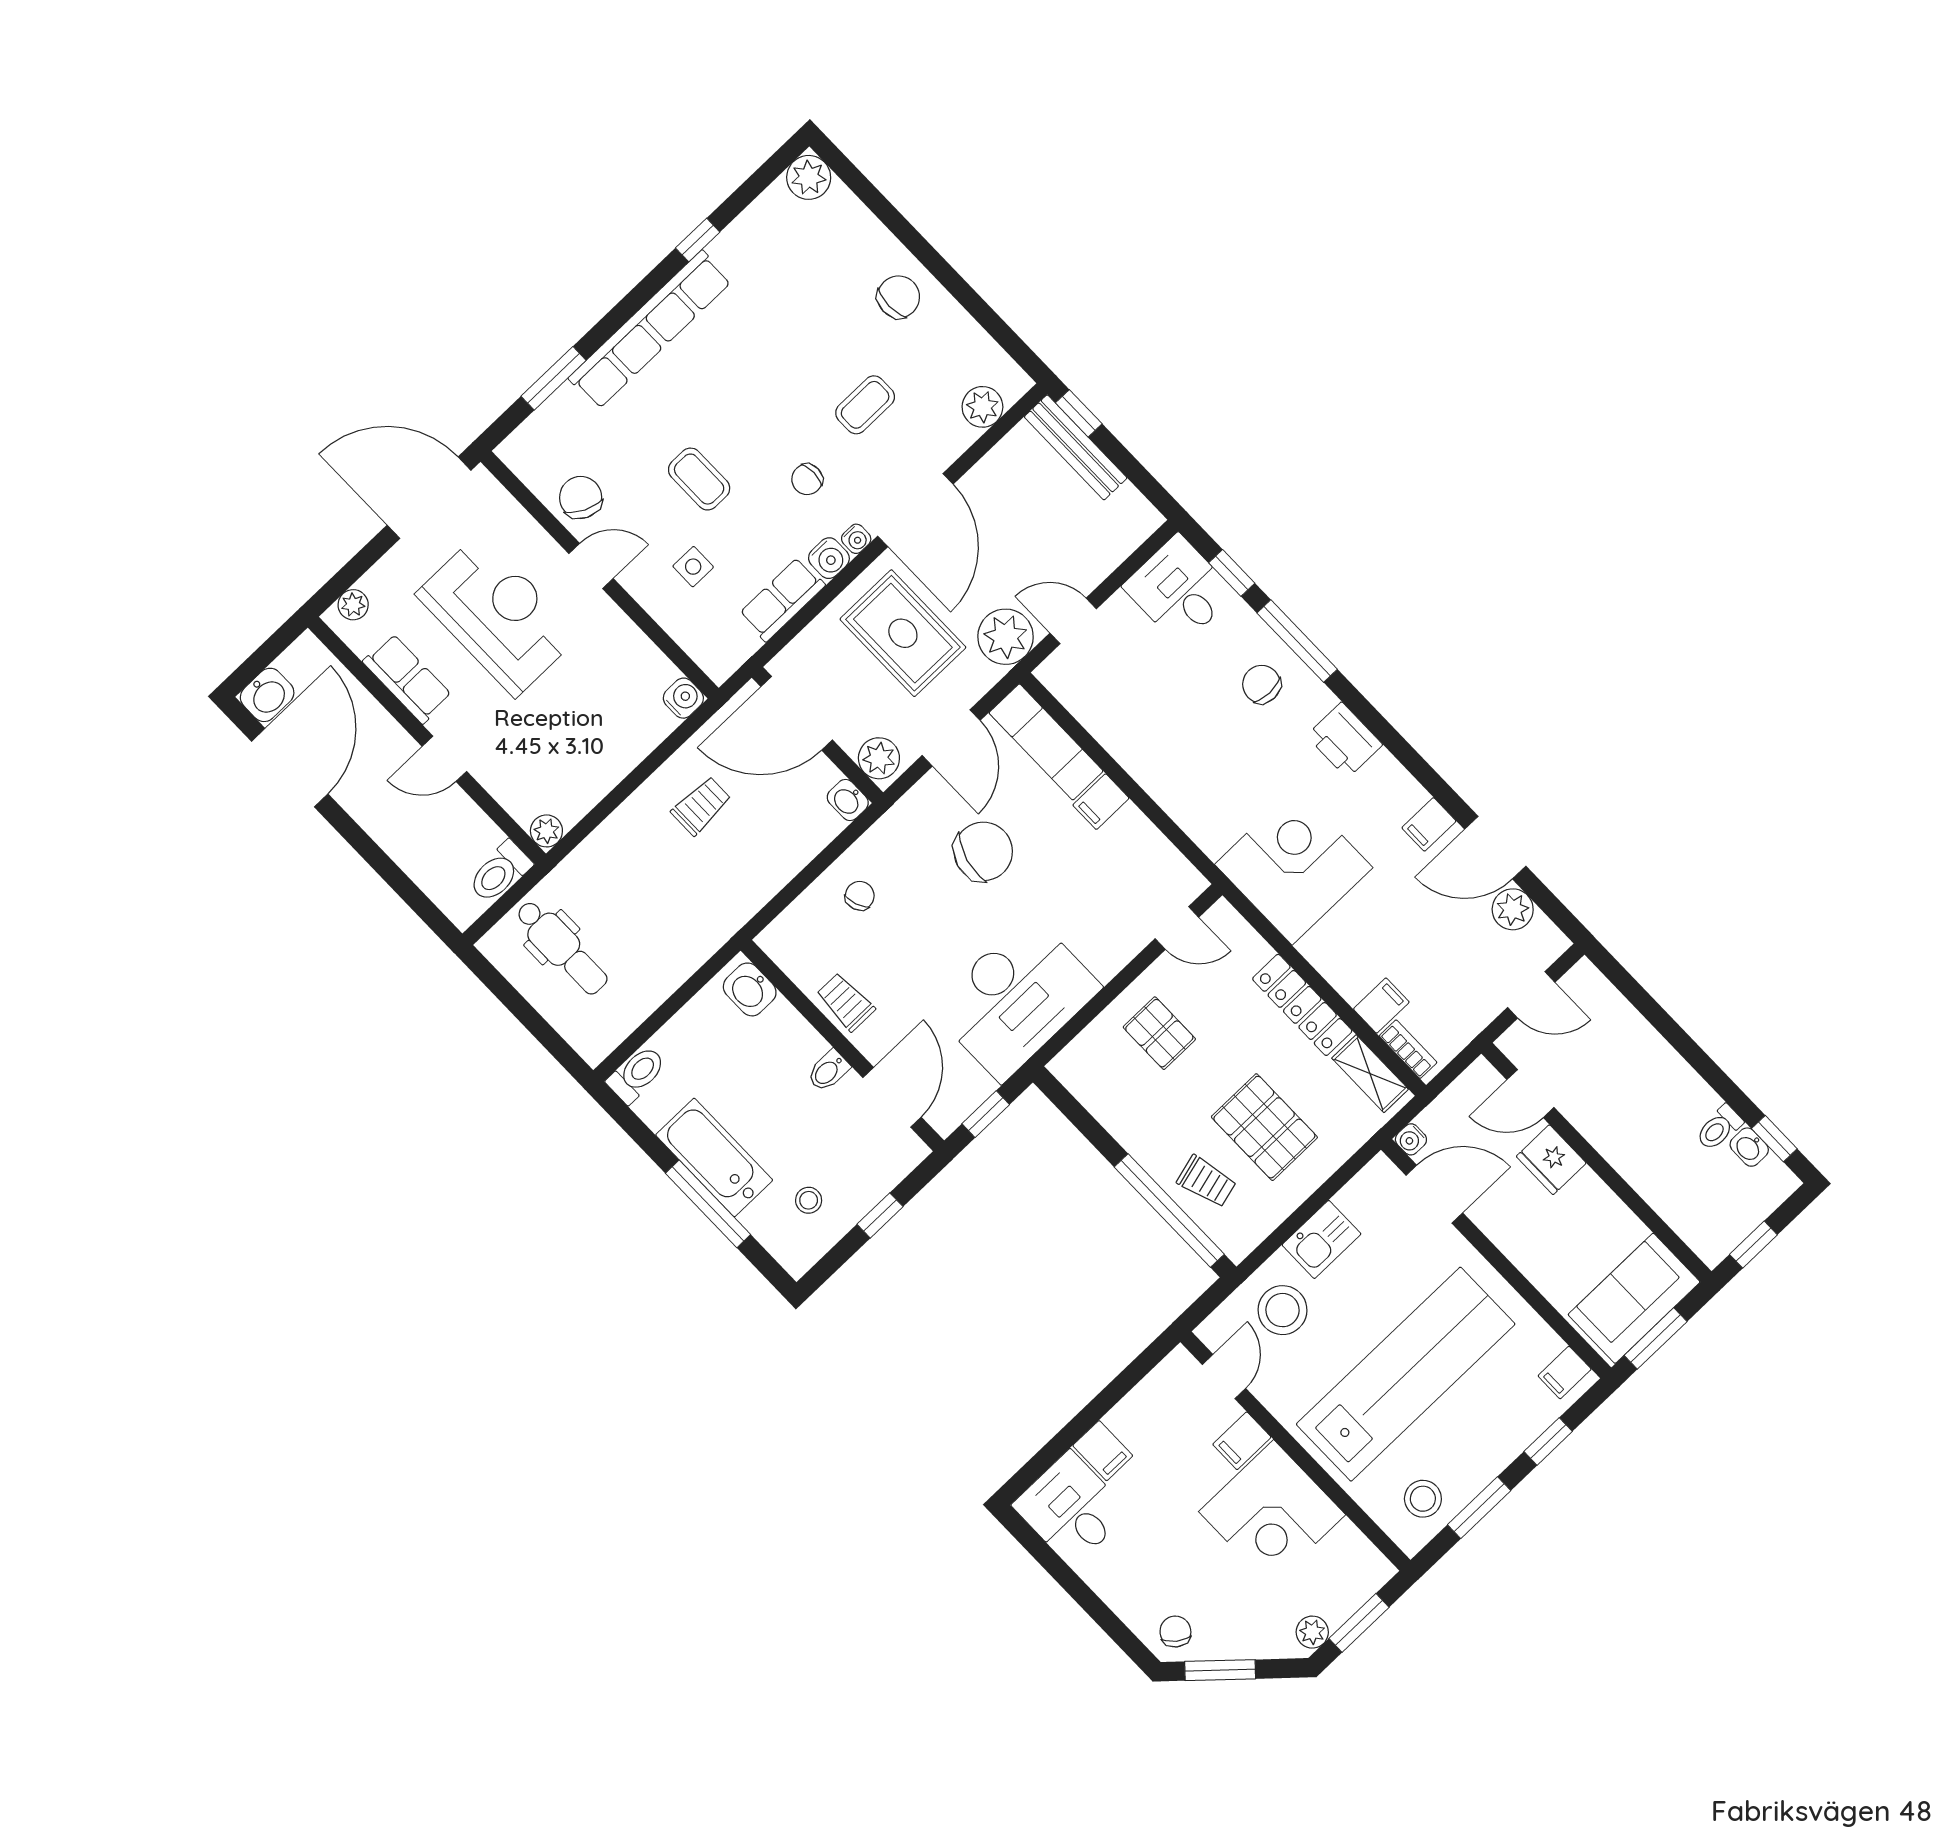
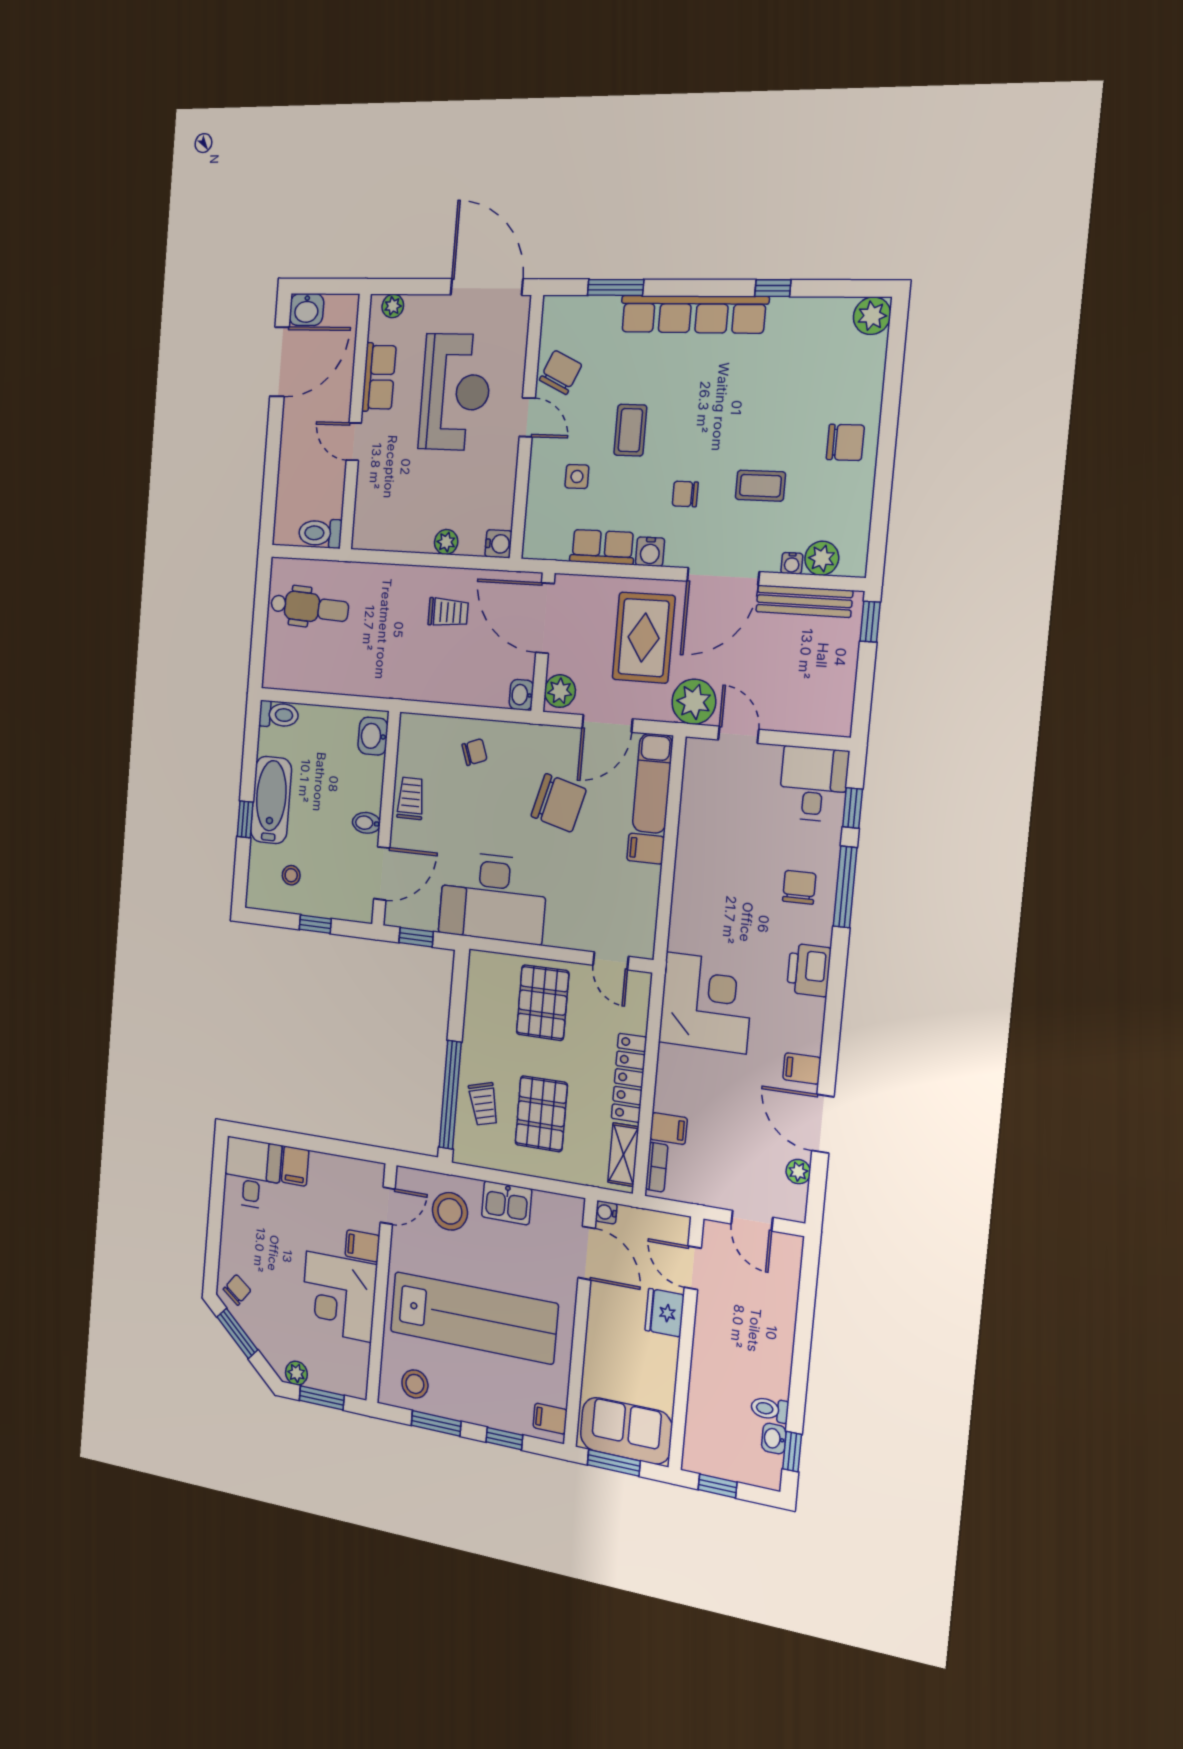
bench: (1076, 447) -> (804, 601), moved, turned 90
water cooler: (856, 539) -> (792, 563), moved
plant: (546, 831) -> (446, 542), moved
plant: (1513, 909) -> (798, 1172), width x0.73, depth x0.73
dental chair: (562, 947) -> (309, 607), turned -87
pallet: (1159, 1033) -> (543, 1003), width x1.50, depth x1.42
window: (708, 1204) -> (245, 819), width x0.46

